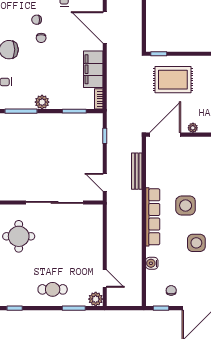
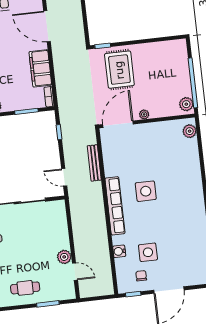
rug: (173, 80) -> (119, 70), turned 90
side table: (196, 243) -> (148, 252), moved
plant: (96, 299) -> (64, 257), moved

